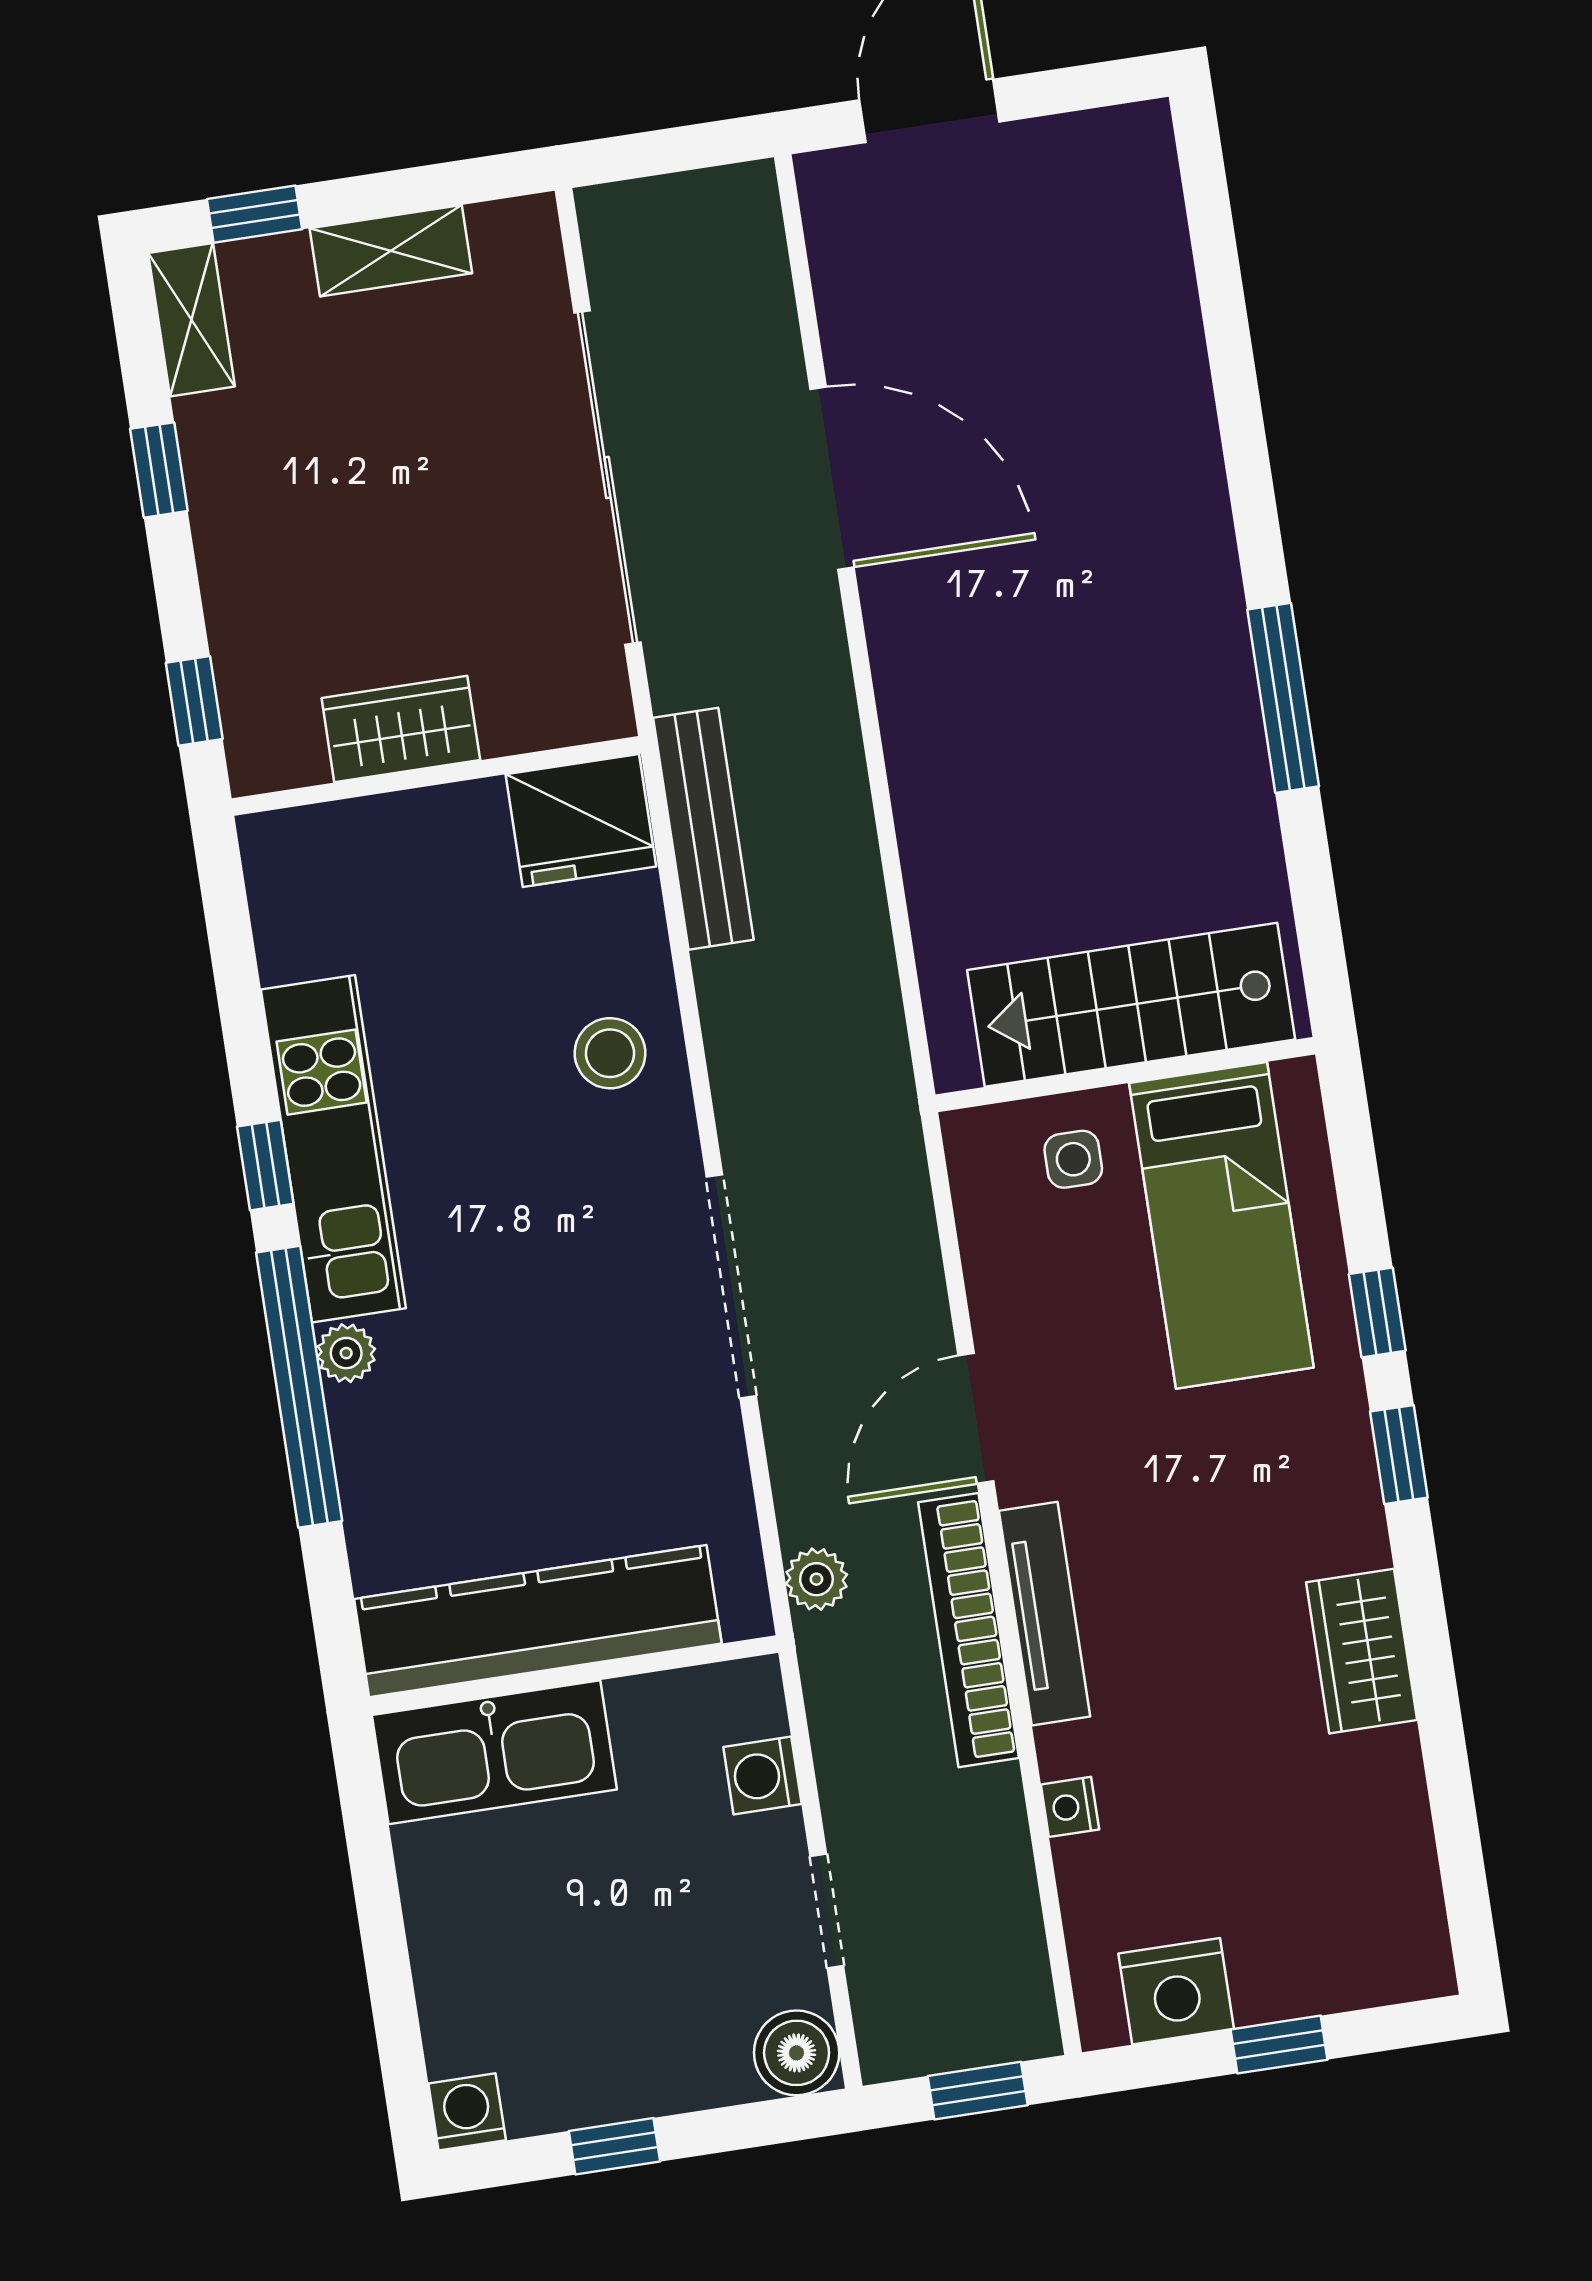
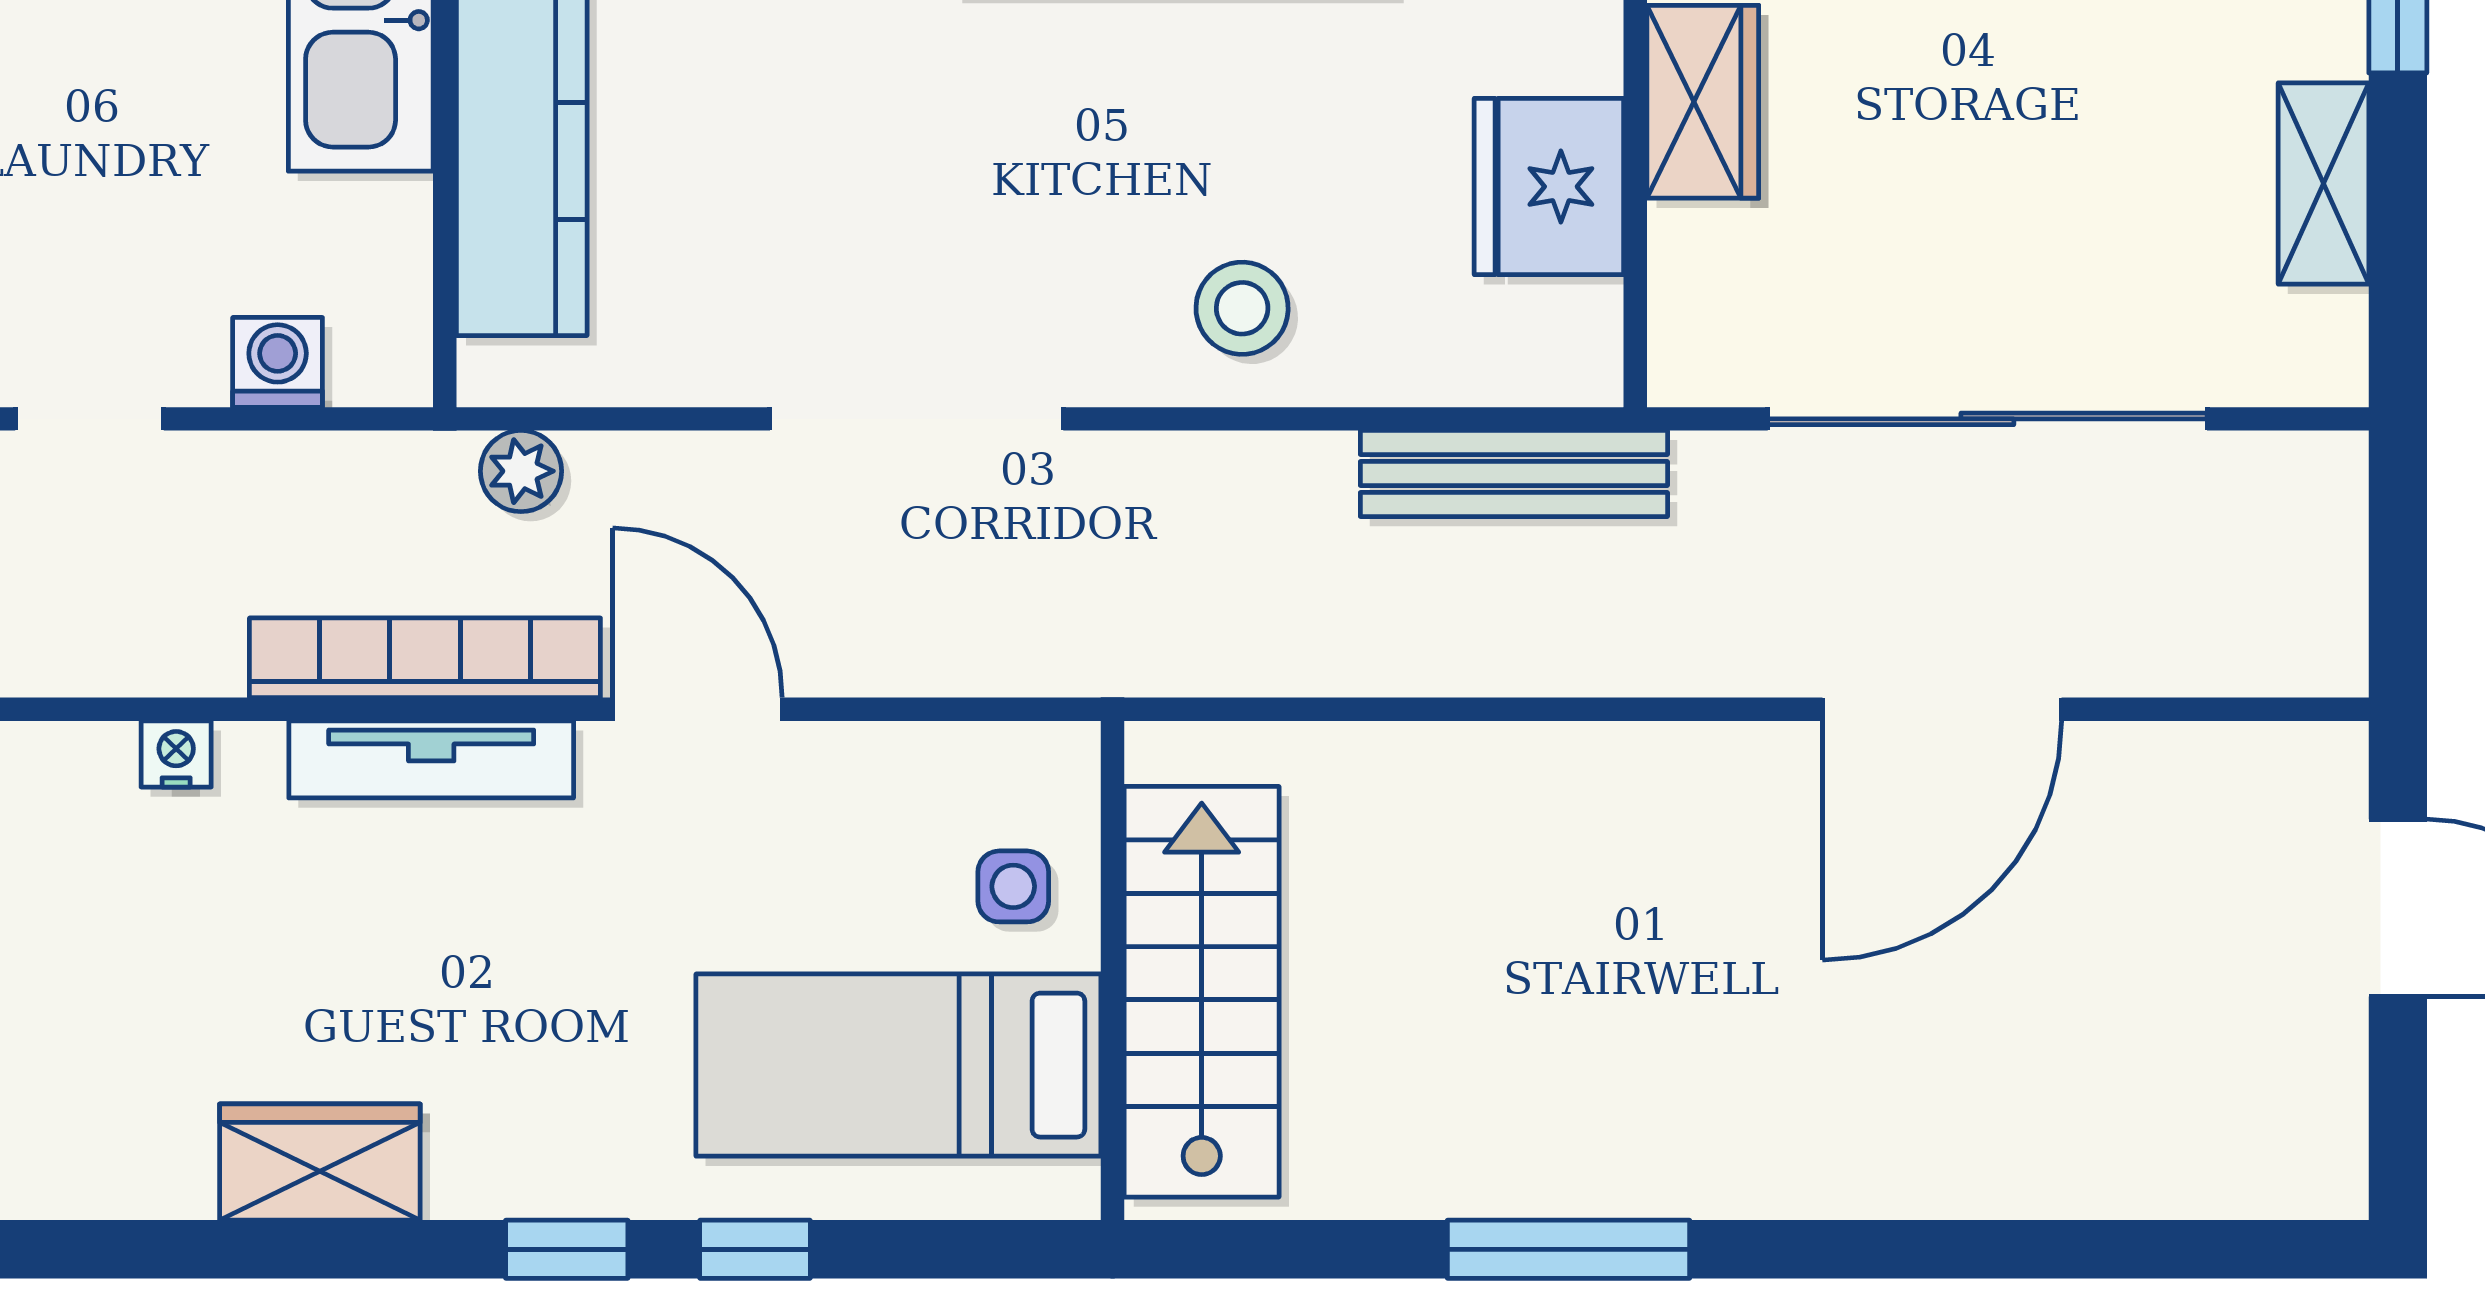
fridge: (581, 820) -> (1549, 187), moved

